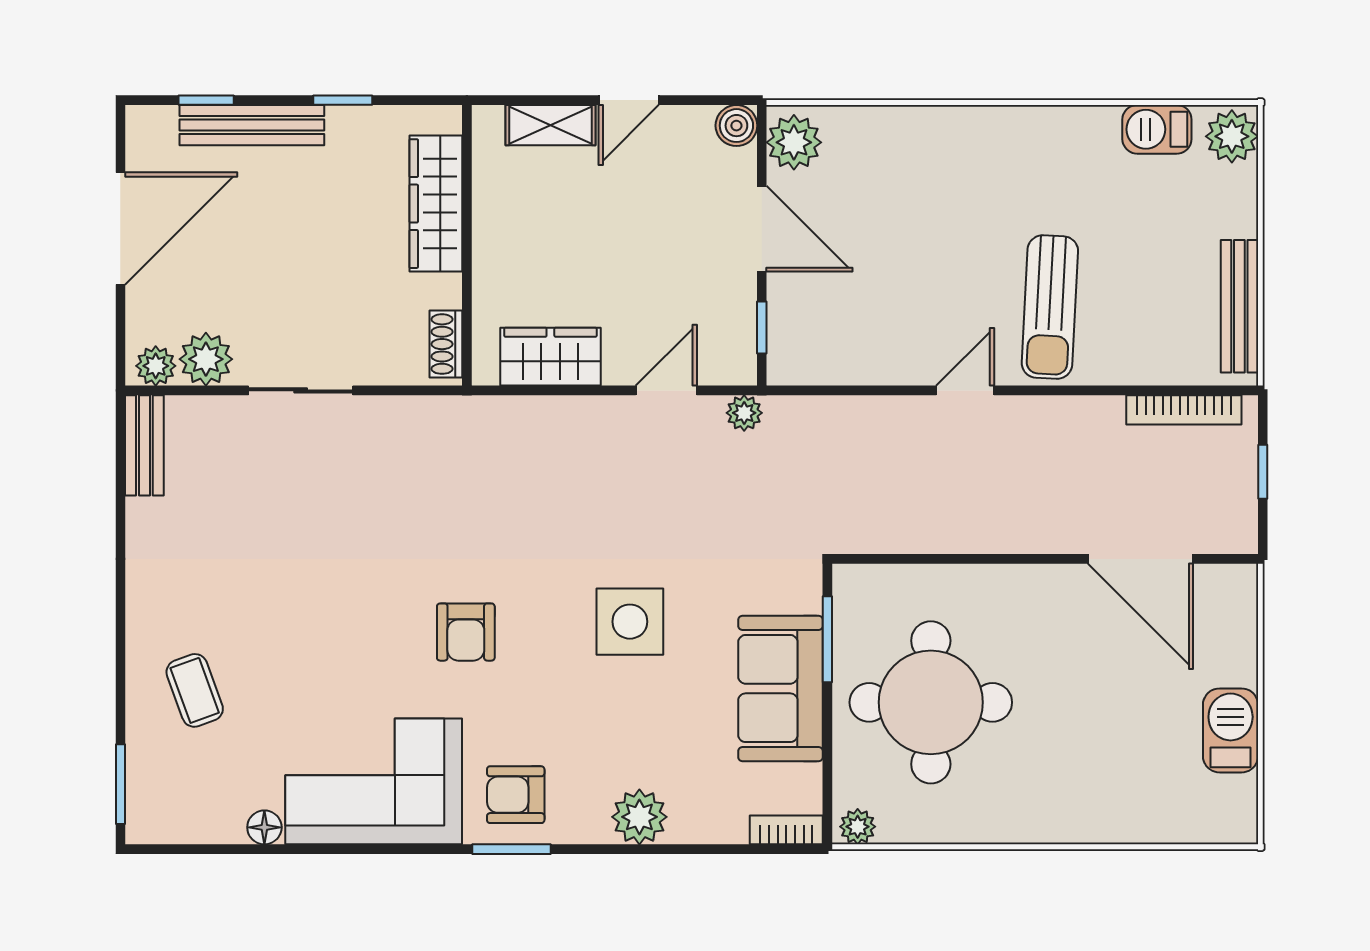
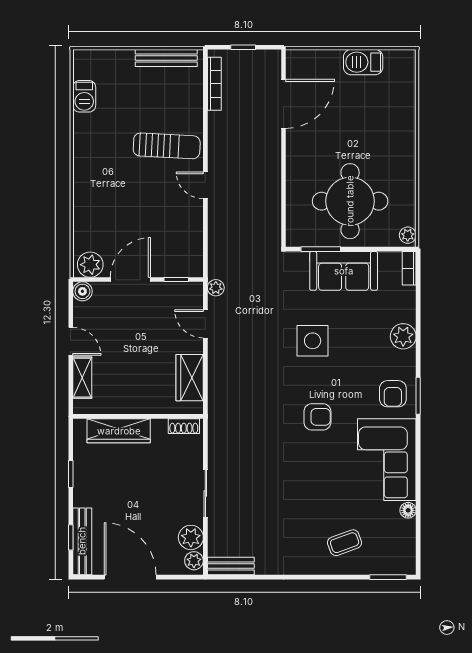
bench: (252, 125) -> (82, 541), moved
plant: (1232, 136) -> (87, 62), removed

